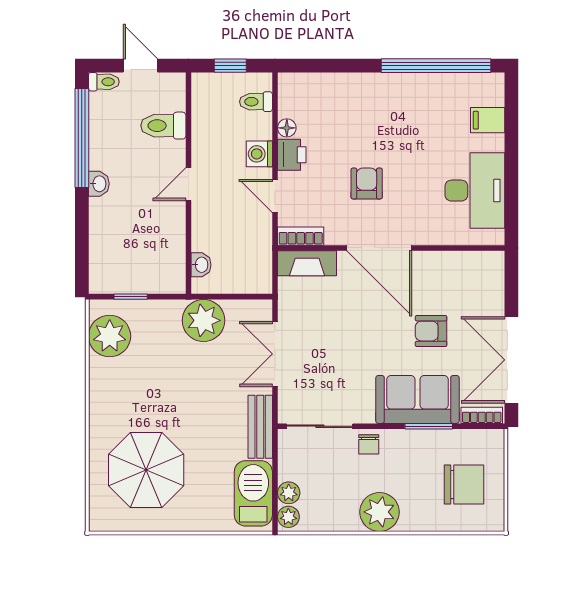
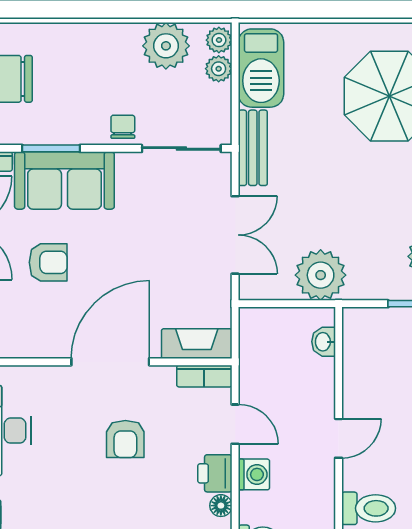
door: (379, 248) -> (110, 362), hinge flipped
plant: (379, 512) -> (166, 46), moved

